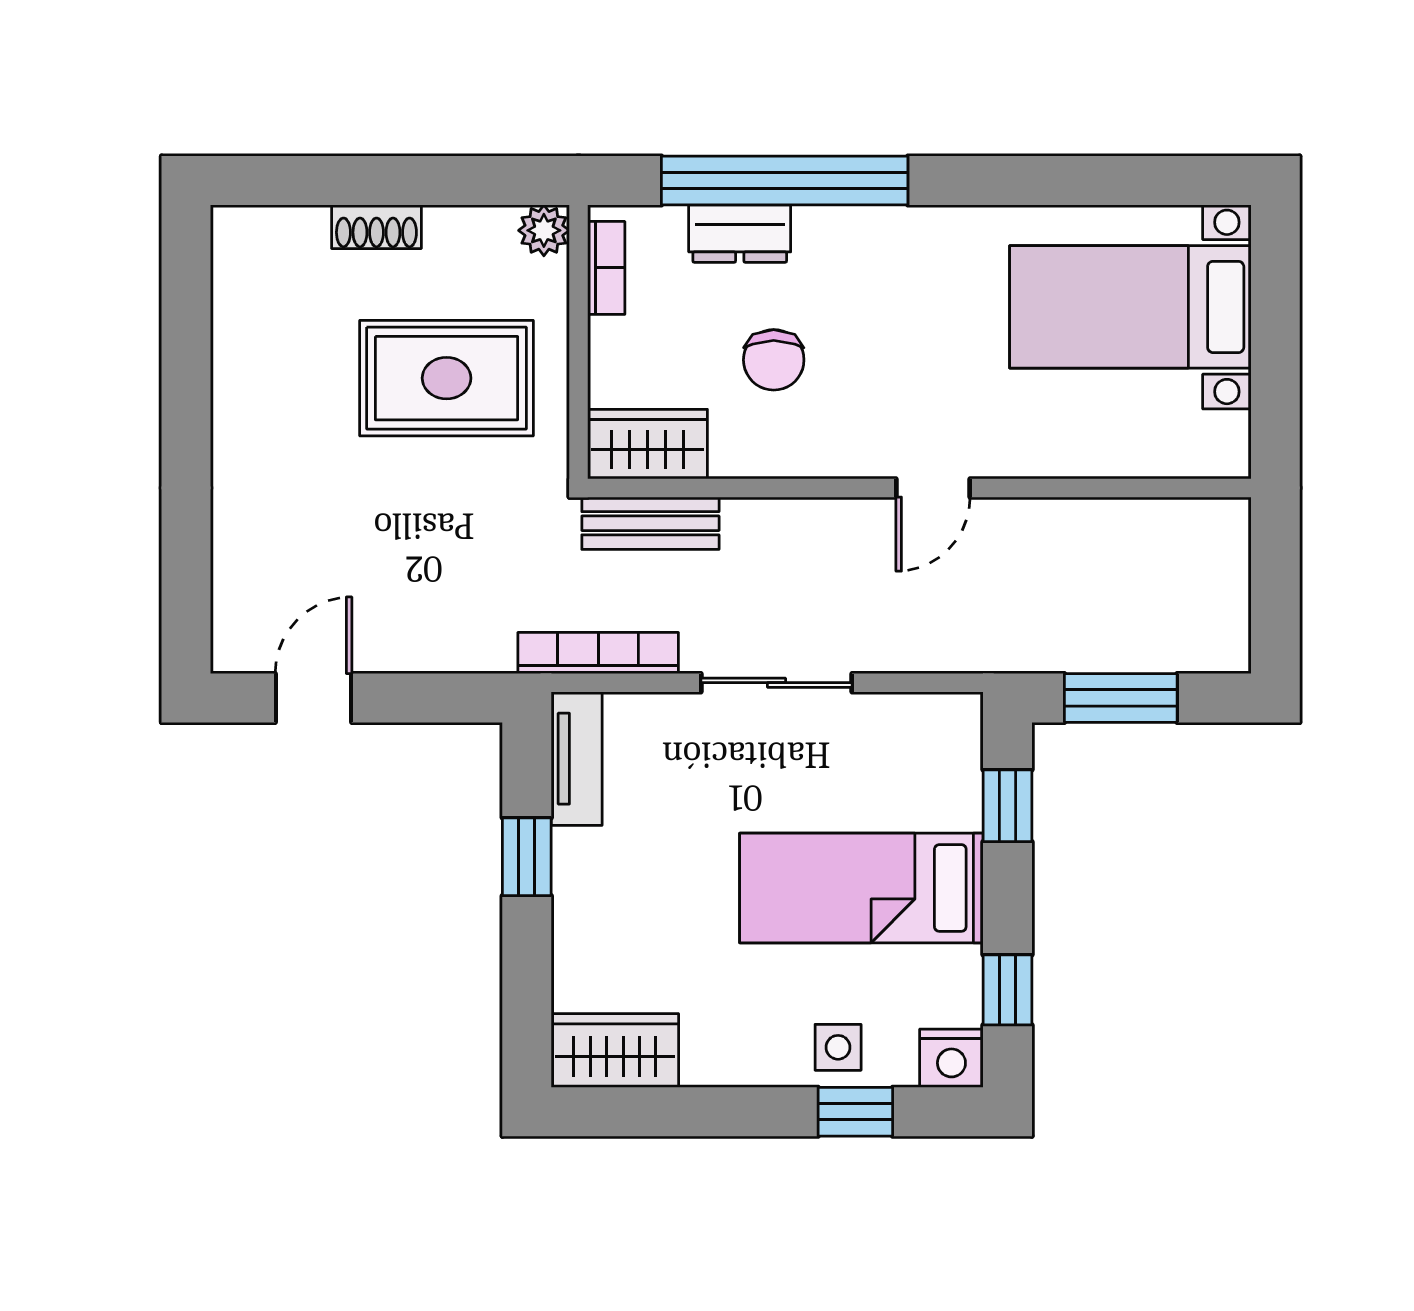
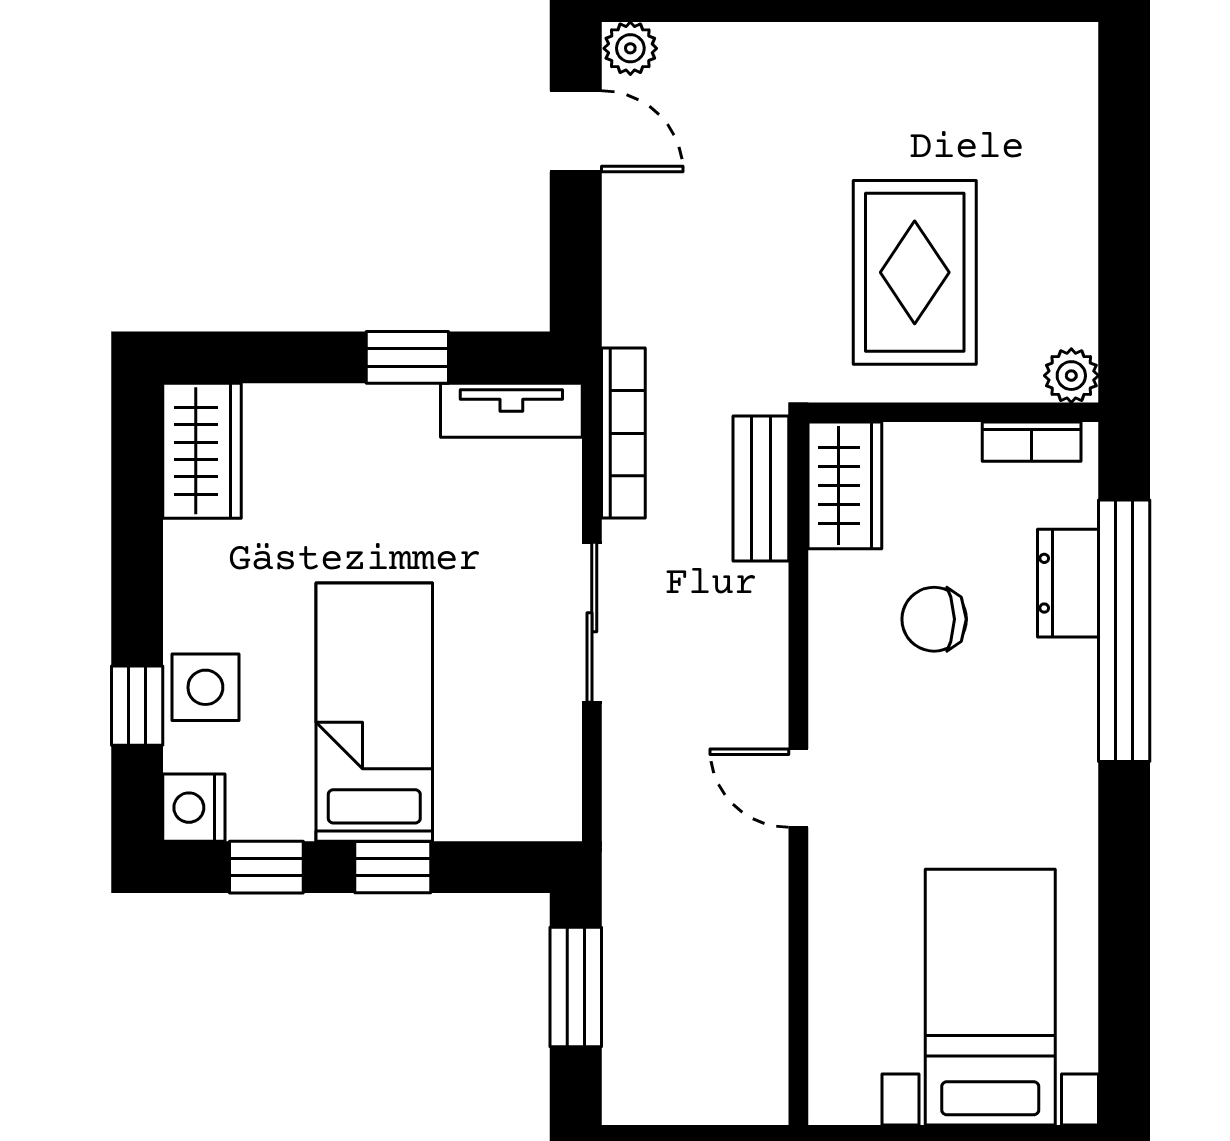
shoe rack: (376, 227) -> (1075, 198), removed
plant: (235, 646) -> (630, 48), added
window: (1008, 806) -> (393, 867), moved
side table: (838, 1047) -> (205, 687), width x1.37, depth x1.37

